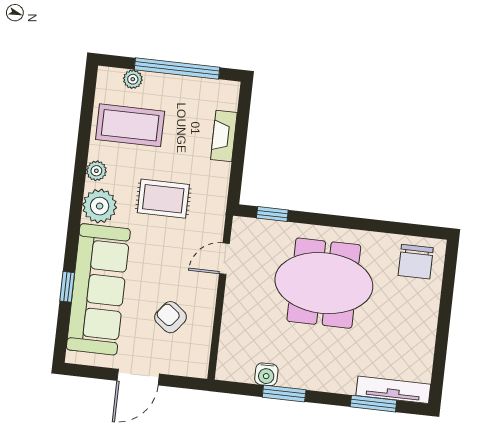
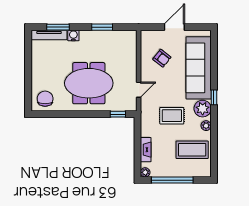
plant: (133, 79) -> (145, 172), moved
window: (67, 287) -> (214, 97), moved
water cooler: (266, 374) -> (73, 35), moved

